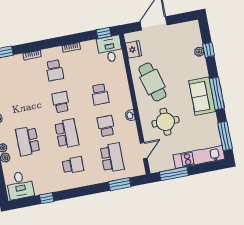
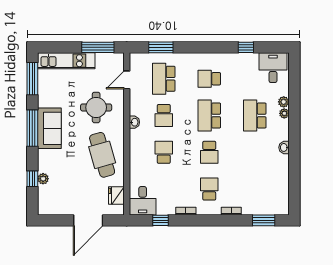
window: (104, 33) -> (161, 220), moved
school desk: (28, 141) -> (255, 116), turned 180

